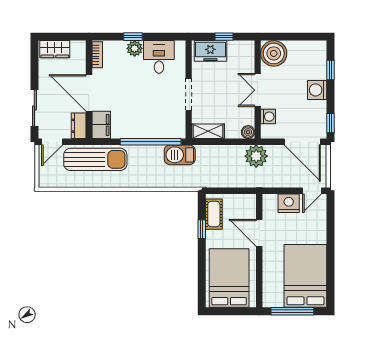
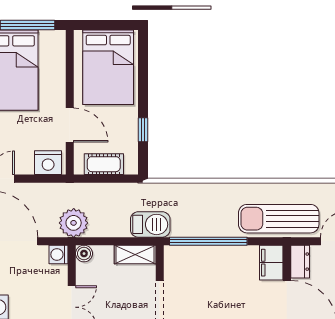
washing machine: (268, 117) -> (58, 254), moved
barbecue: (180, 155) -> (150, 224), moved
nightstand: (289, 203) -> (48, 163), moved
cot: (214, 214) -> (104, 164), moved, turned 90

